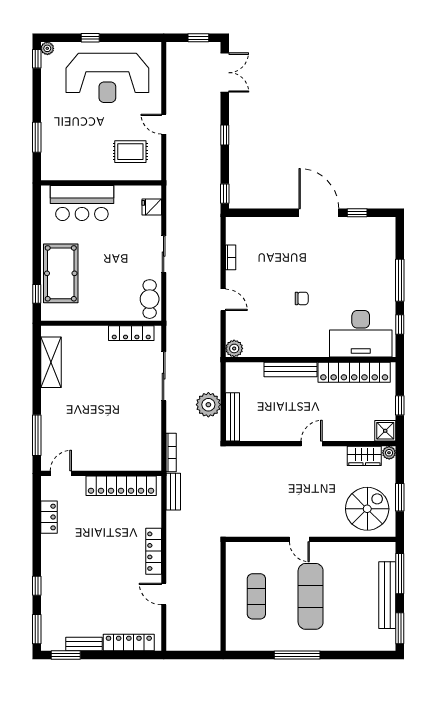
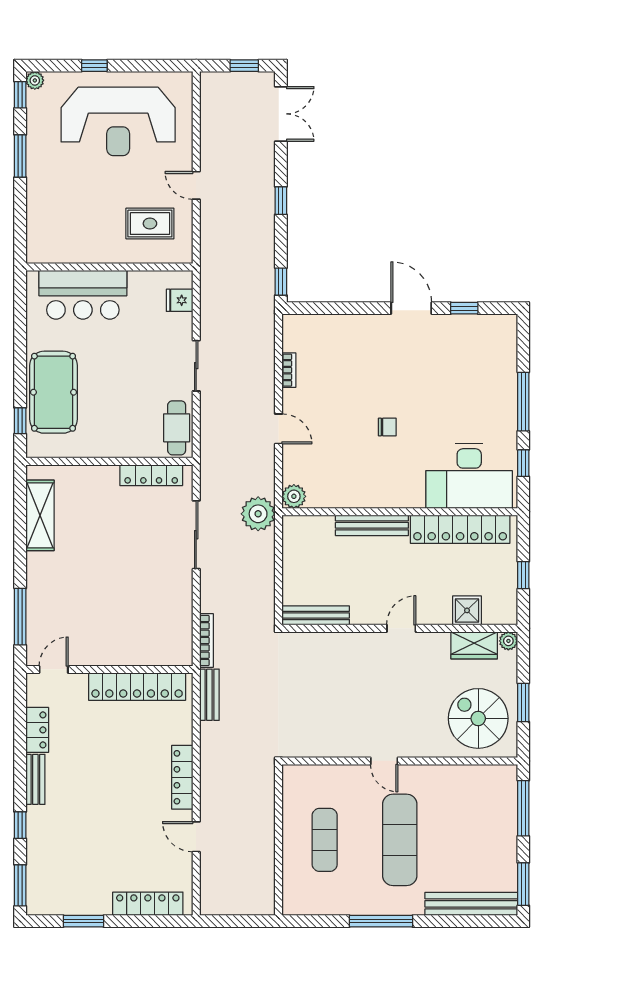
window: (37, 137) -> (20, 156), moved
door: (319, 213) -> (411, 308), width x0.73
plant: (208, 405) -> (258, 514), moved
bench: (232, 417) -> (316, 615), moved, turned 90
shower: (385, 431) -> (467, 610), moved
spiral stairs: (367, 509) -> (478, 718), turned -90
bench: (387, 595) -> (471, 904), moved, turned 90
bench: (84, 644) -> (35, 779), moved, turned 90
window: (66, 655) -> (83, 921), moved

